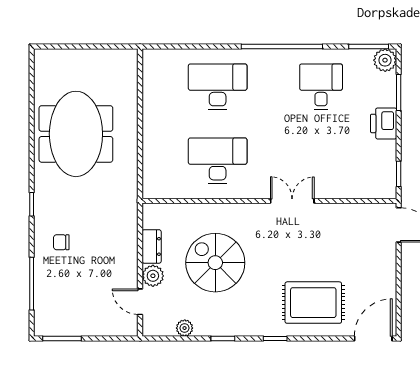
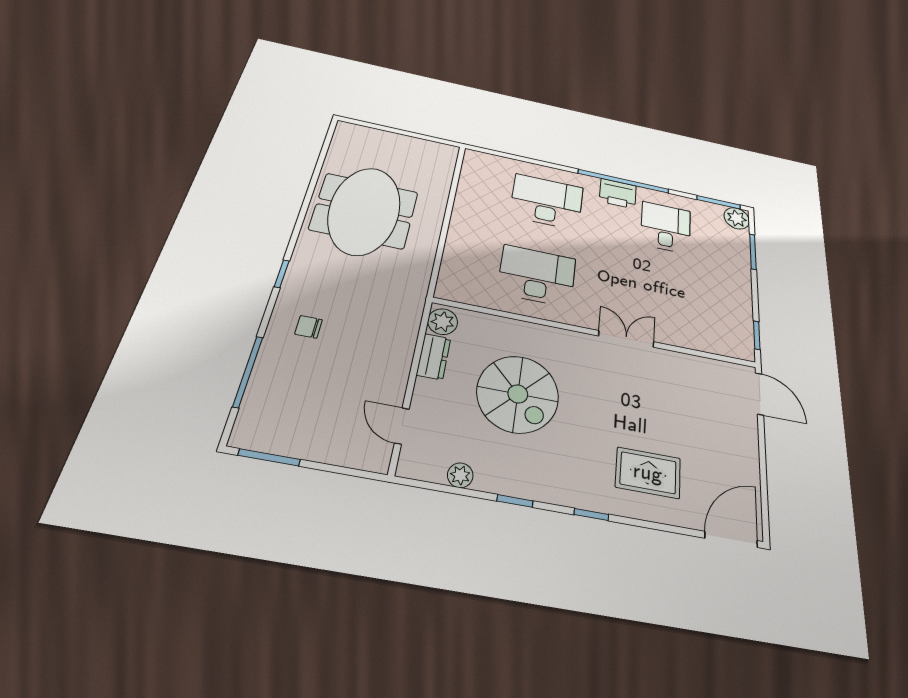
printer: (384, 123) -> (618, 194), moved, turned -90
spiral stairs: (215, 263) -> (518, 394), turned 180
plant: (153, 276) -> (443, 322), moved
rug: (313, 303) -> (648, 473), width x0.73, depth x0.70

